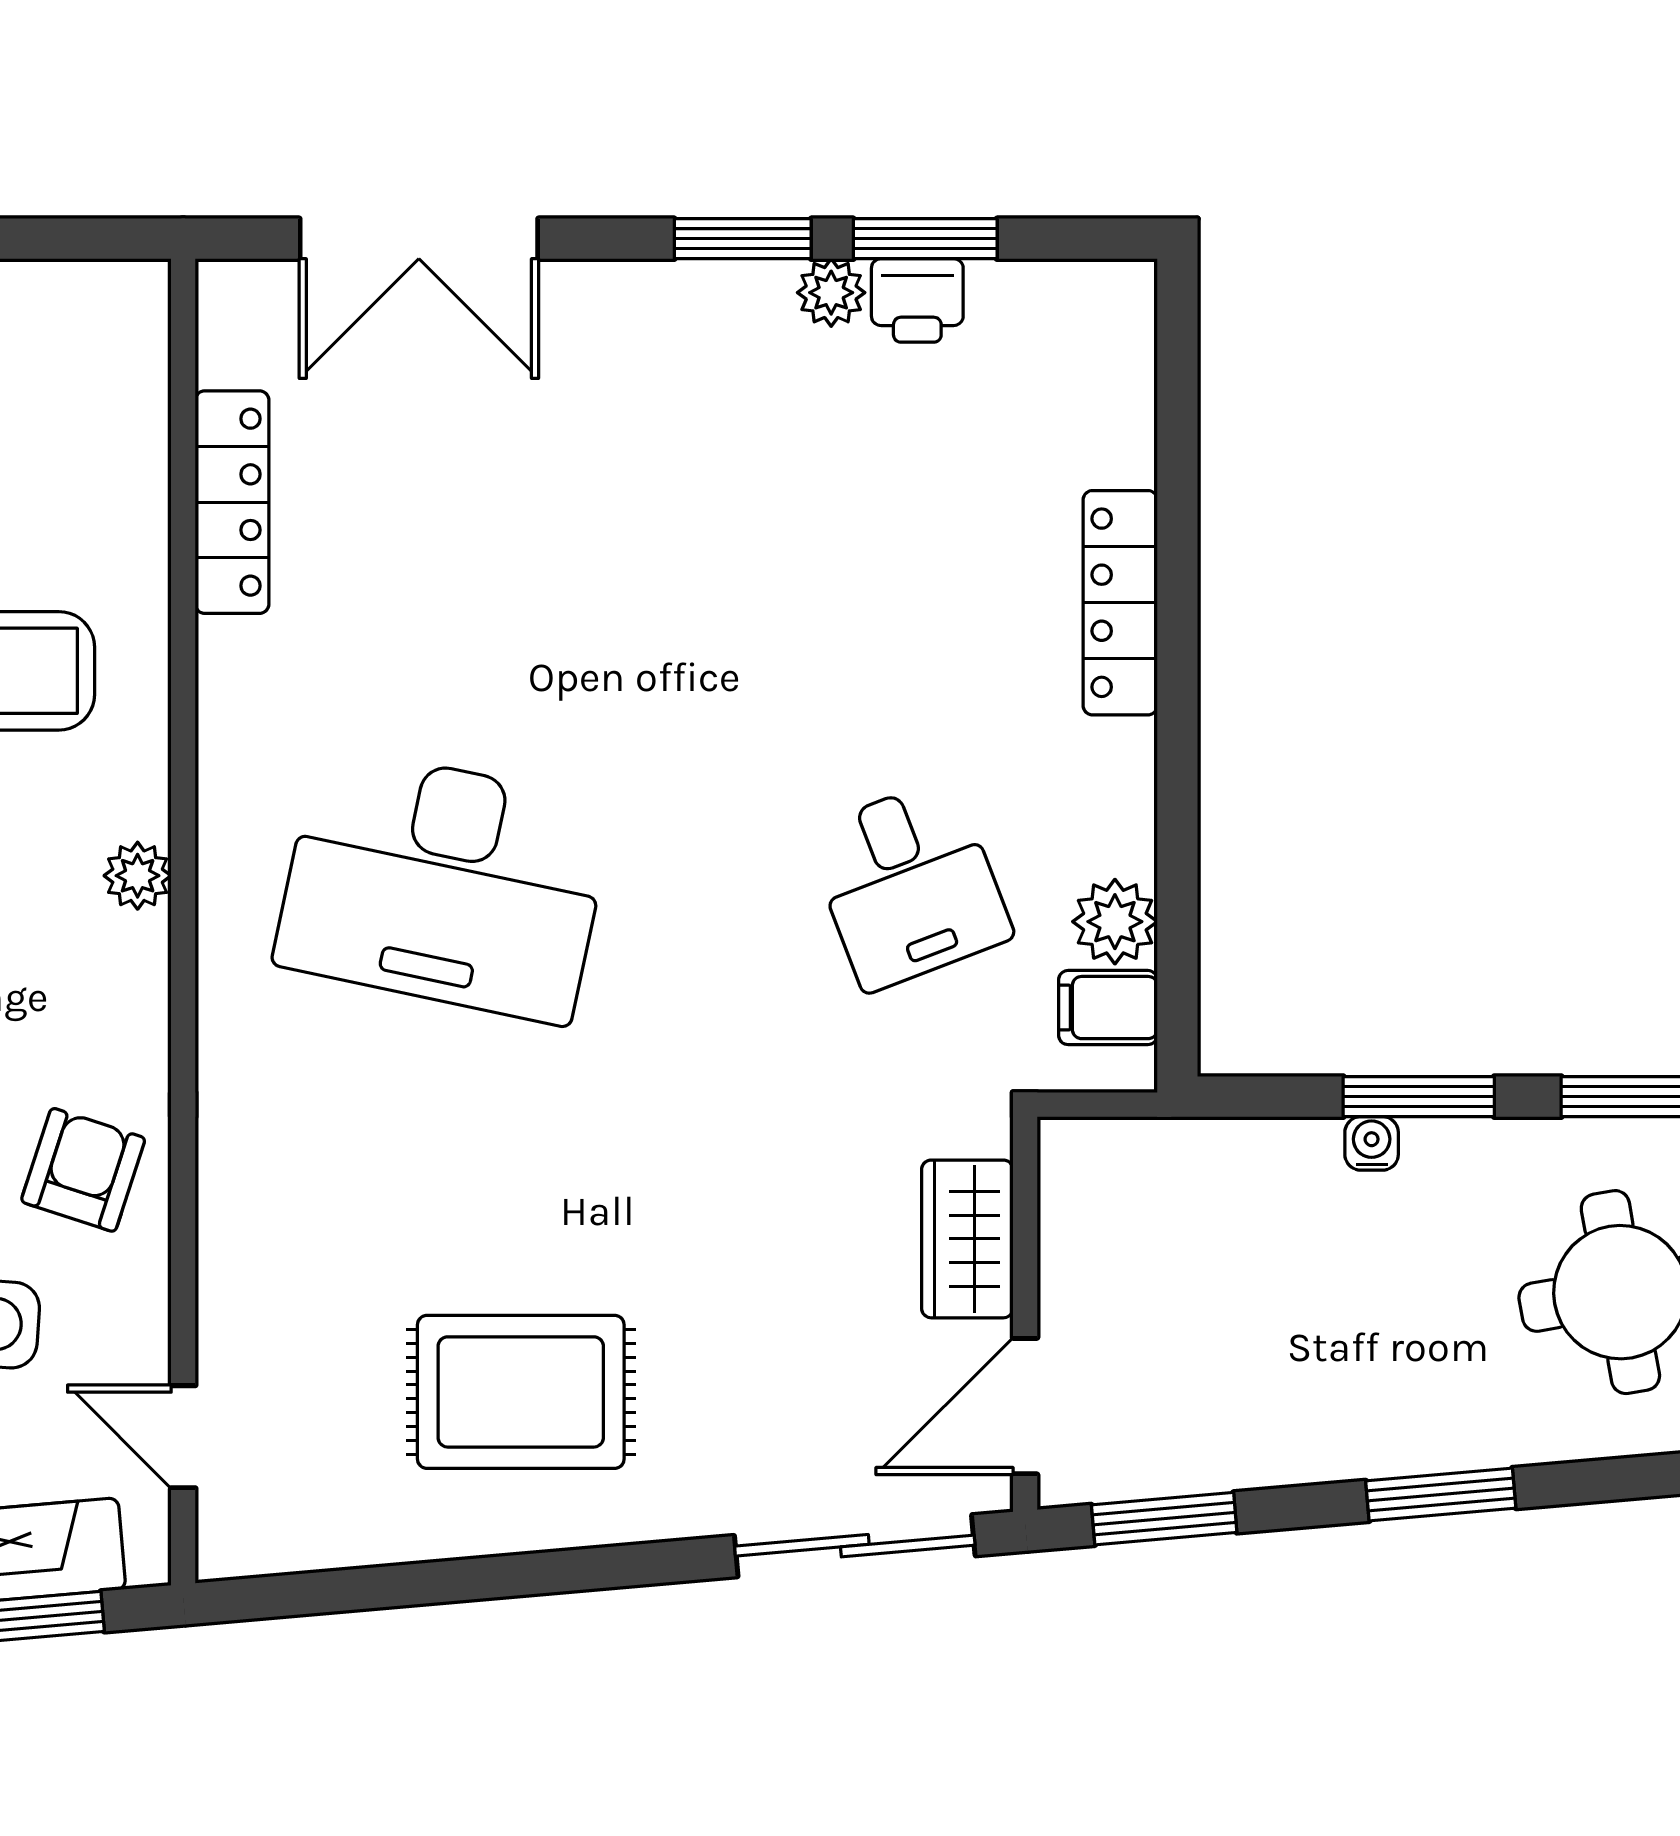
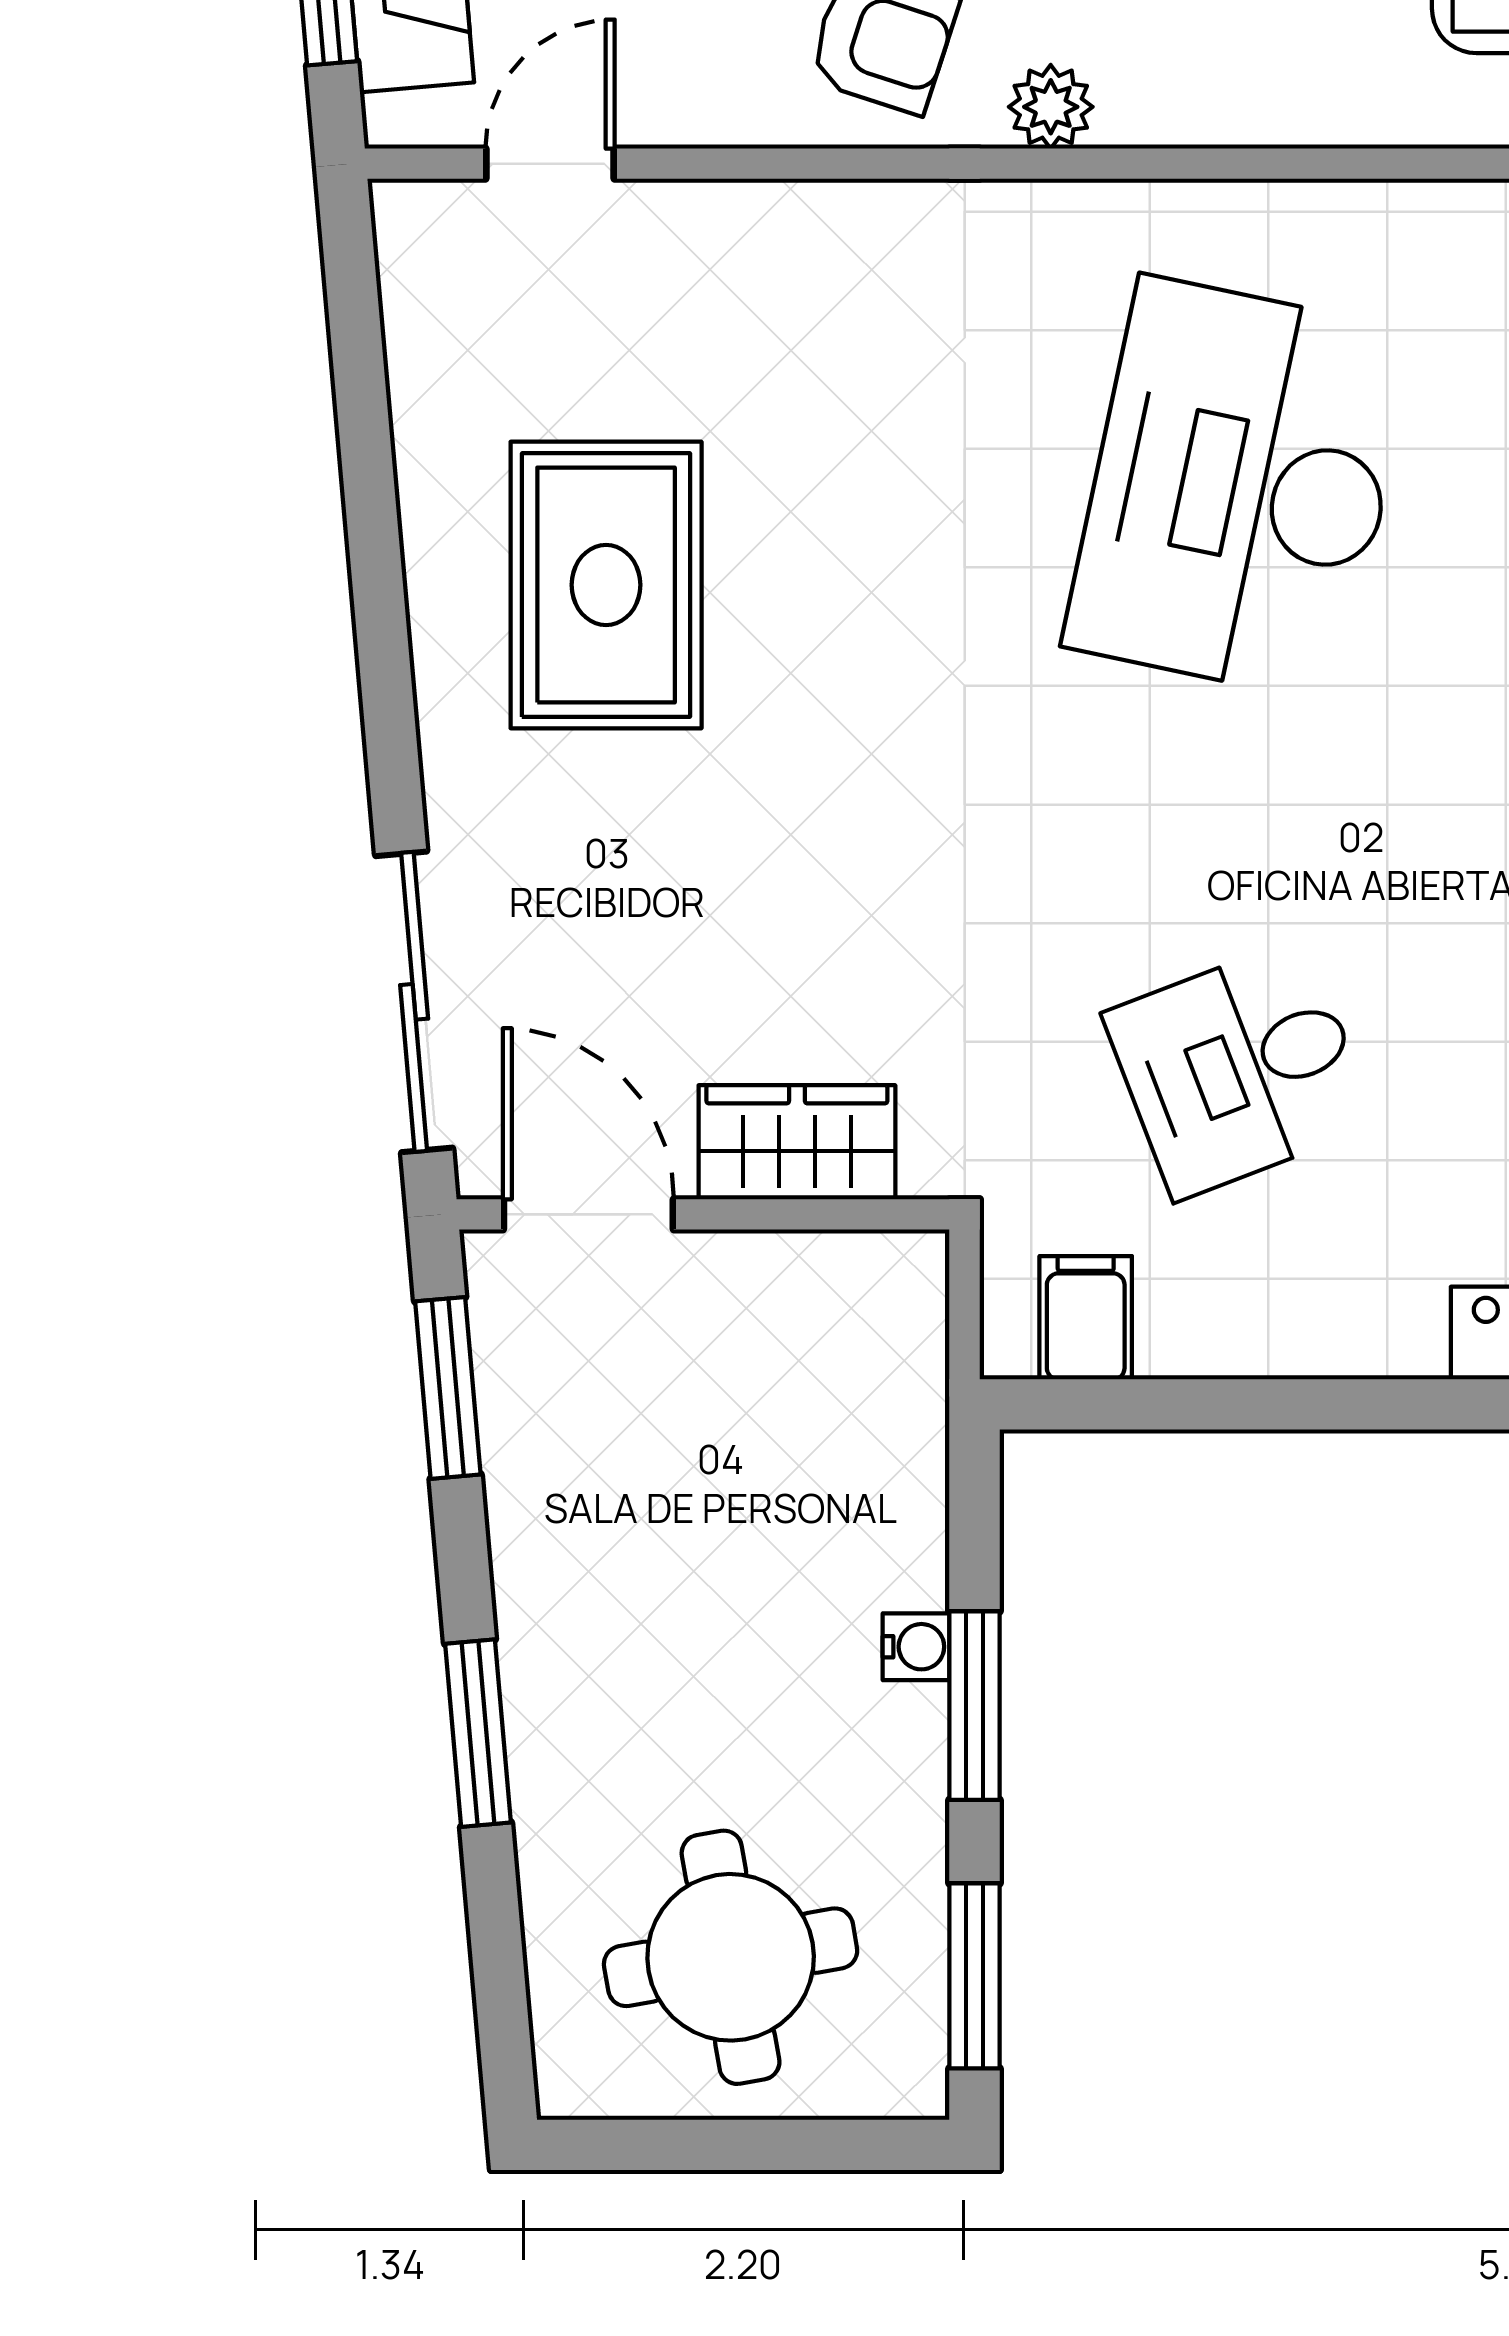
plant: (138, 876) -> (1051, 107), moved
plant: (1115, 922) -> (1193, 1326), removed

